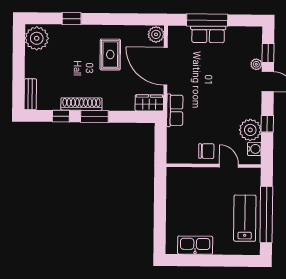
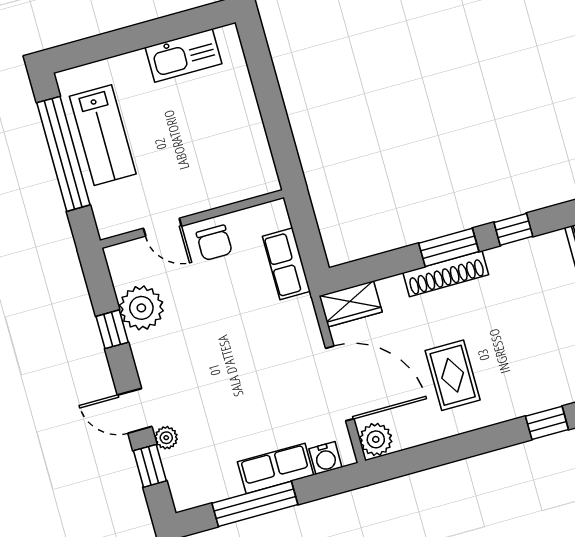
window: (207, 20) -> (255, 504), moved
shoe rack: (81, 104) -> (446, 274), moved
row of seats: (175, 110) -> (286, 264), moved
water cooler: (254, 149) -> (325, 458), moved, turned -90
chair: (206, 151) -> (214, 243), turned -90

